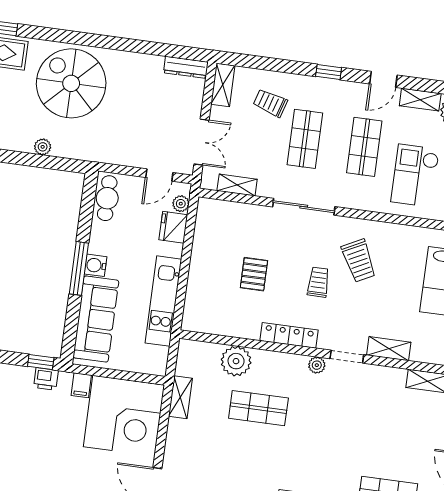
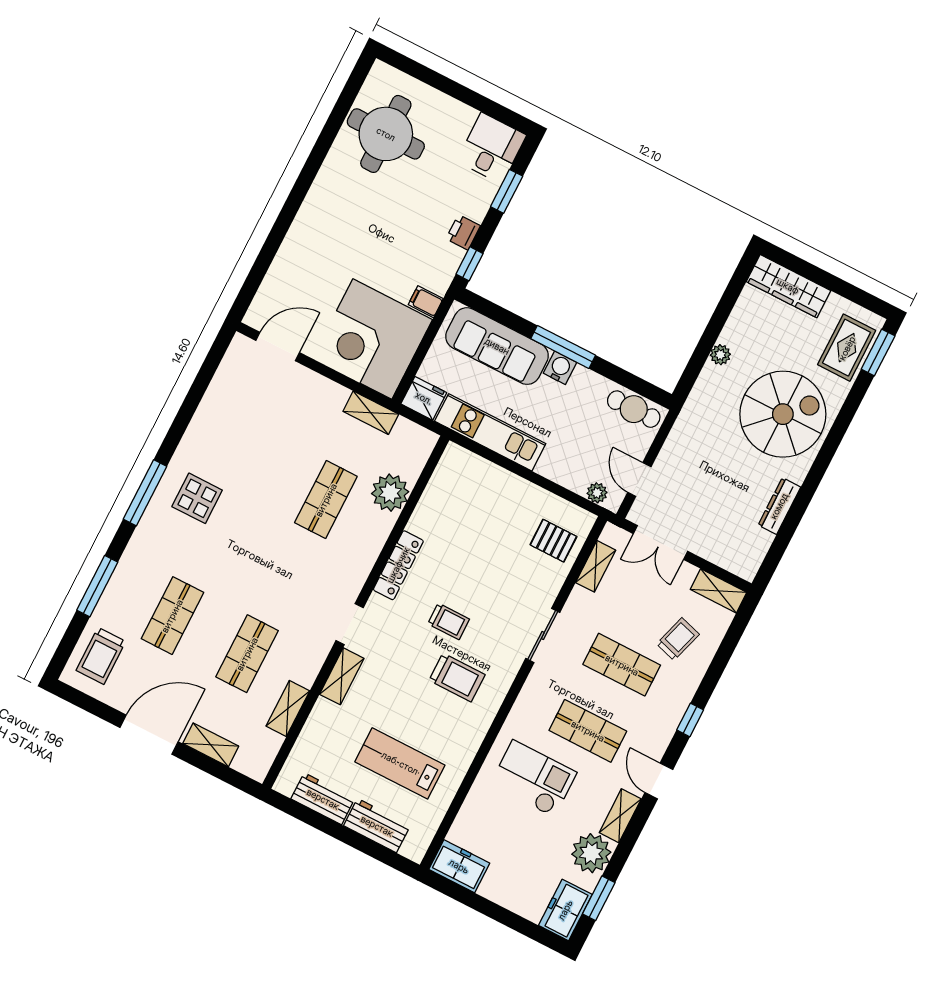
dresser: (186, 67) -> (779, 506), moved
sliding door: (304, 207) -> (543, 635), width x0.73
fridge: (173, 227) -> (424, 398), moved
trolley: (359, 261) -> (457, 678), turned -153
pallet: (254, 274) -> (553, 541), moved
plant: (317, 365) -> (352, 585), removed
printer: (46, 379) -> (463, 232), moved
shop shelf: (397, 427) -> (247, 654), added

